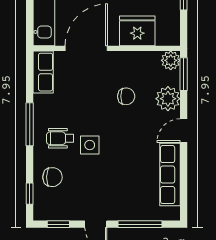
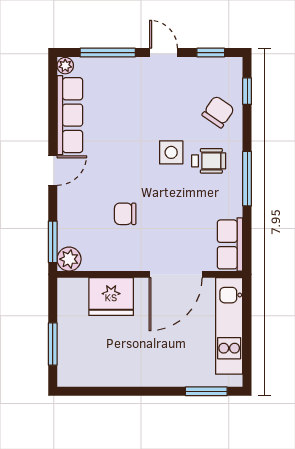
plant: (168, 99) -> (65, 66), moved, width x0.53, depth x0.53
chair: (52, 177) -> (218, 112), turned 123

